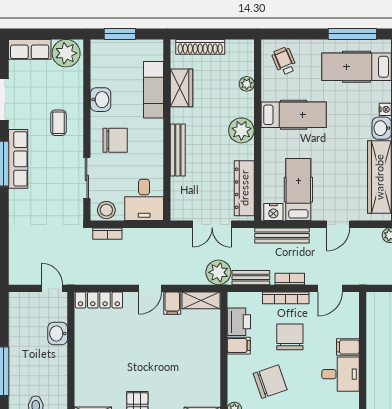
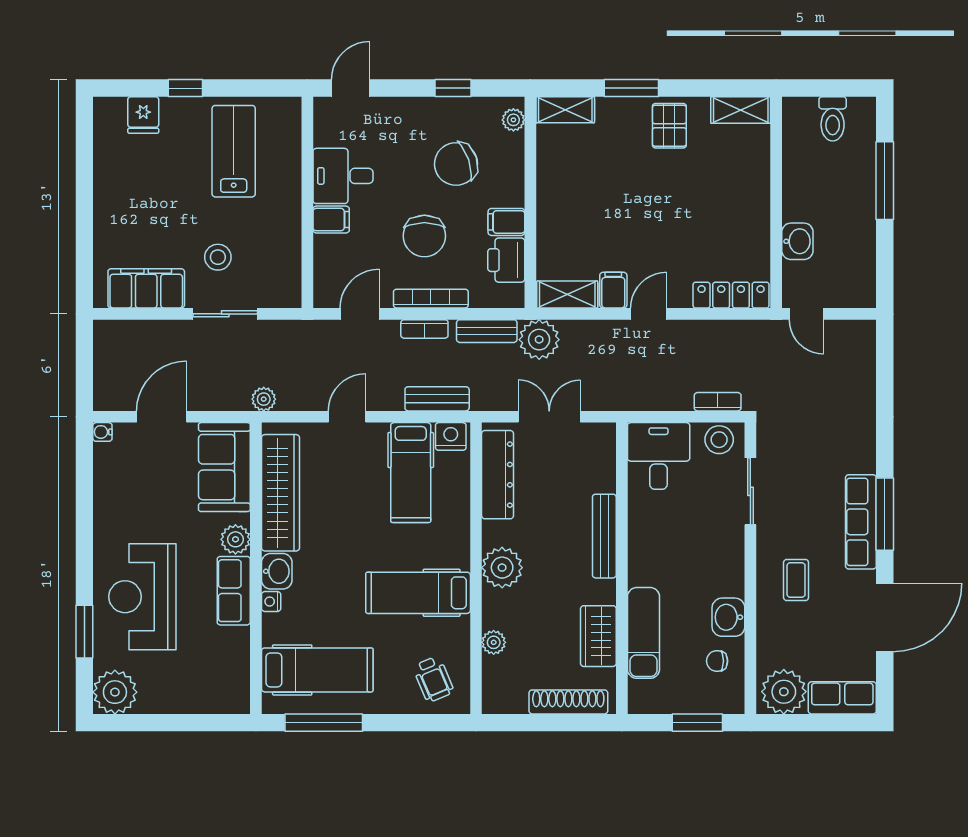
chair: (115, 140) -> (717, 661), moved, width x0.54, depth x0.54
bench: (282, 235) -> (437, 399), width x0.73

